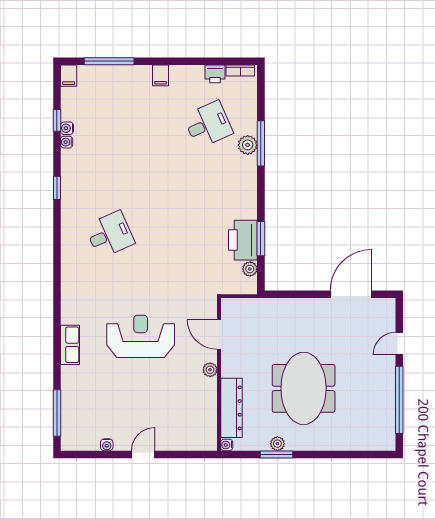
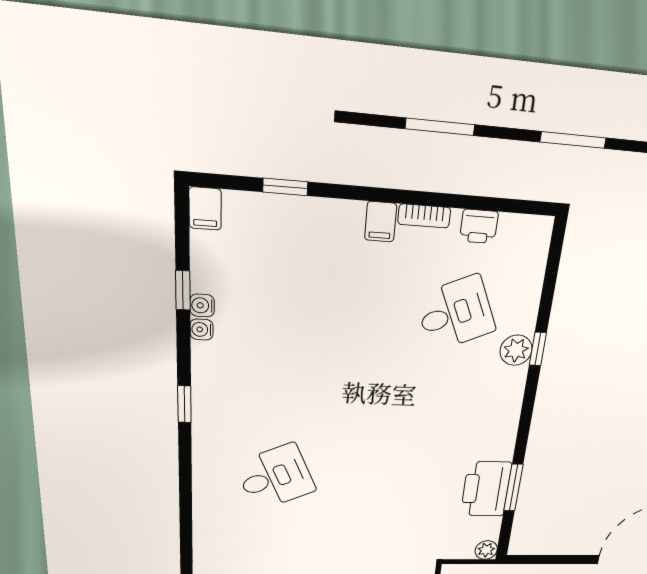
window: (109, 61) -> (285, 187), width x0.46
bookcase: (240, 70) -> (424, 216), moved
window: (261, 143) -> (538, 349), width x0.46
plant: (250, 269) -> (486, 550), moved

